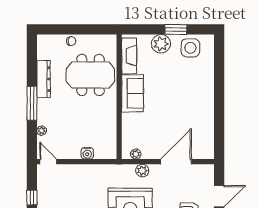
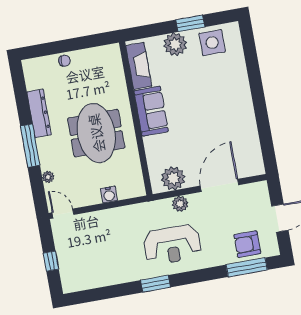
meeting table: (90, 75) -> (96, 133), moved, turned 90
plant: (136, 154) -> (173, 178), width x1.88, depth x1.88

